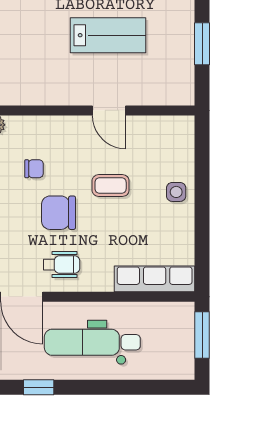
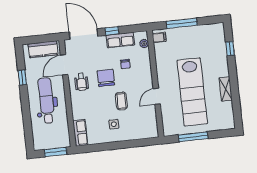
lab bench: (108, 35) -> (192, 92), width x1.86, depth x1.39
window: (202, 44) -> (193, 137), width x1.44
side table: (176, 192) -> (114, 124), moved
row of seats: (155, 279) -> (80, 133), width x0.68

